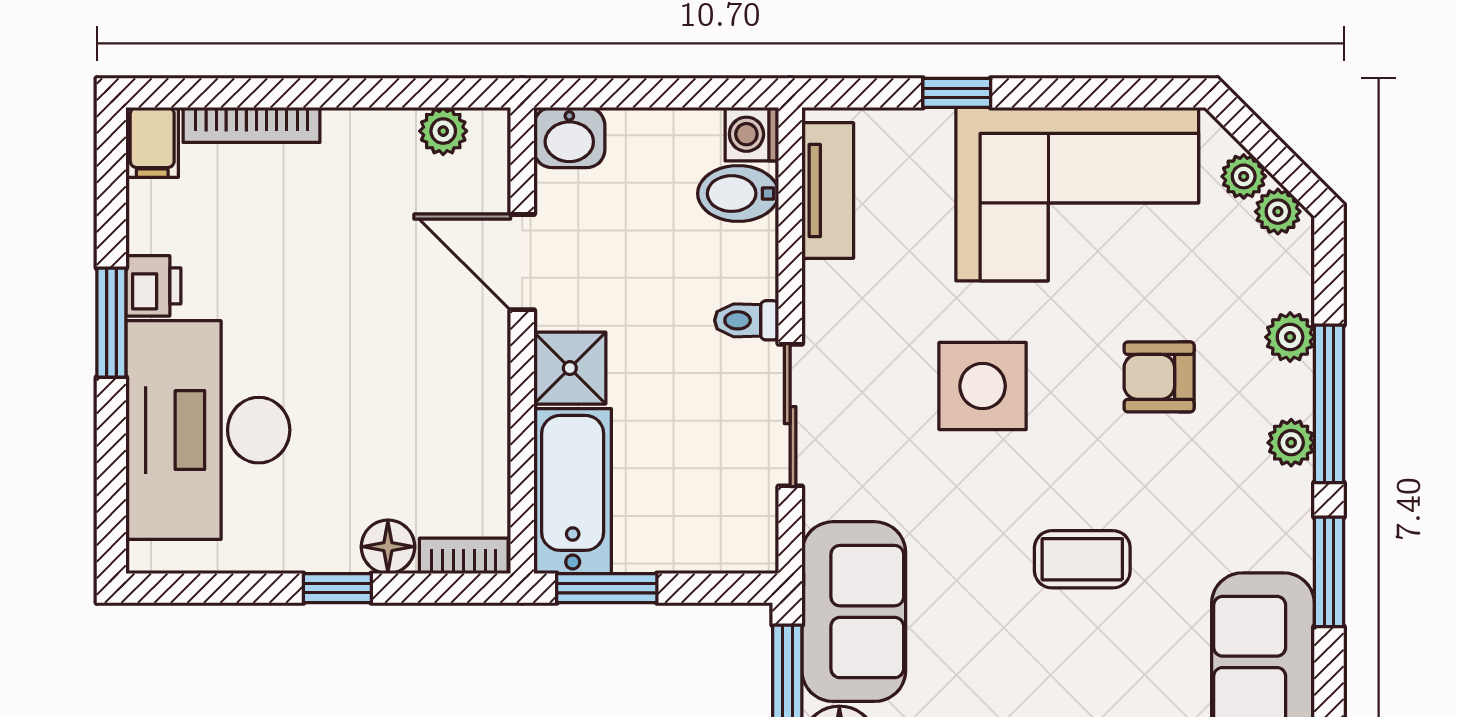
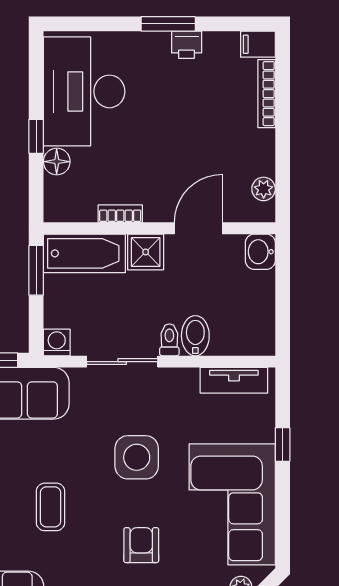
washing machine: (752, 134) -> (57, 342), moved
bidet: (738, 194) -> (195, 336), moved
desk: (208, 430) -> (84, 91), moved, turned -90
bookcase: (464, 556) -> (120, 214), moved, turned -90

